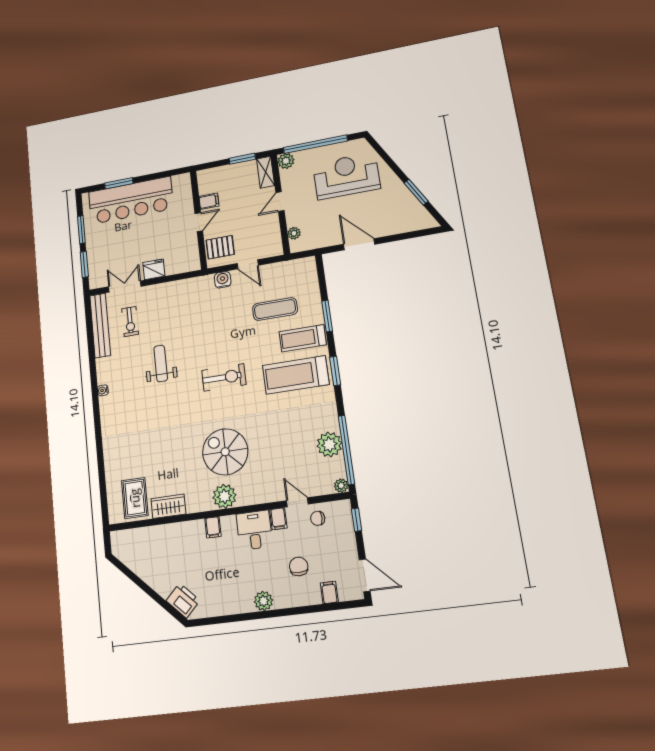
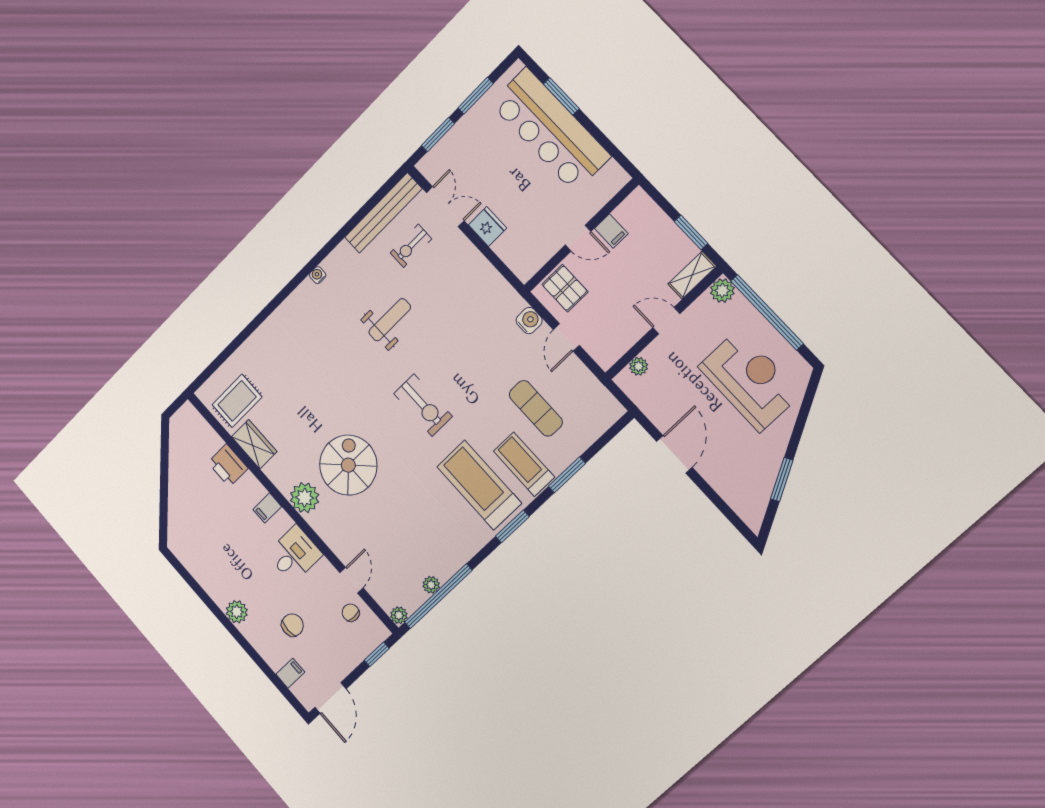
plant: (329, 444) -> (431, 585), width x0.53, depth x0.53
filing cabinet: (278, 519) -> (322, 572), removed
printer: (183, 601) -> (228, 465), moved, turned 135

